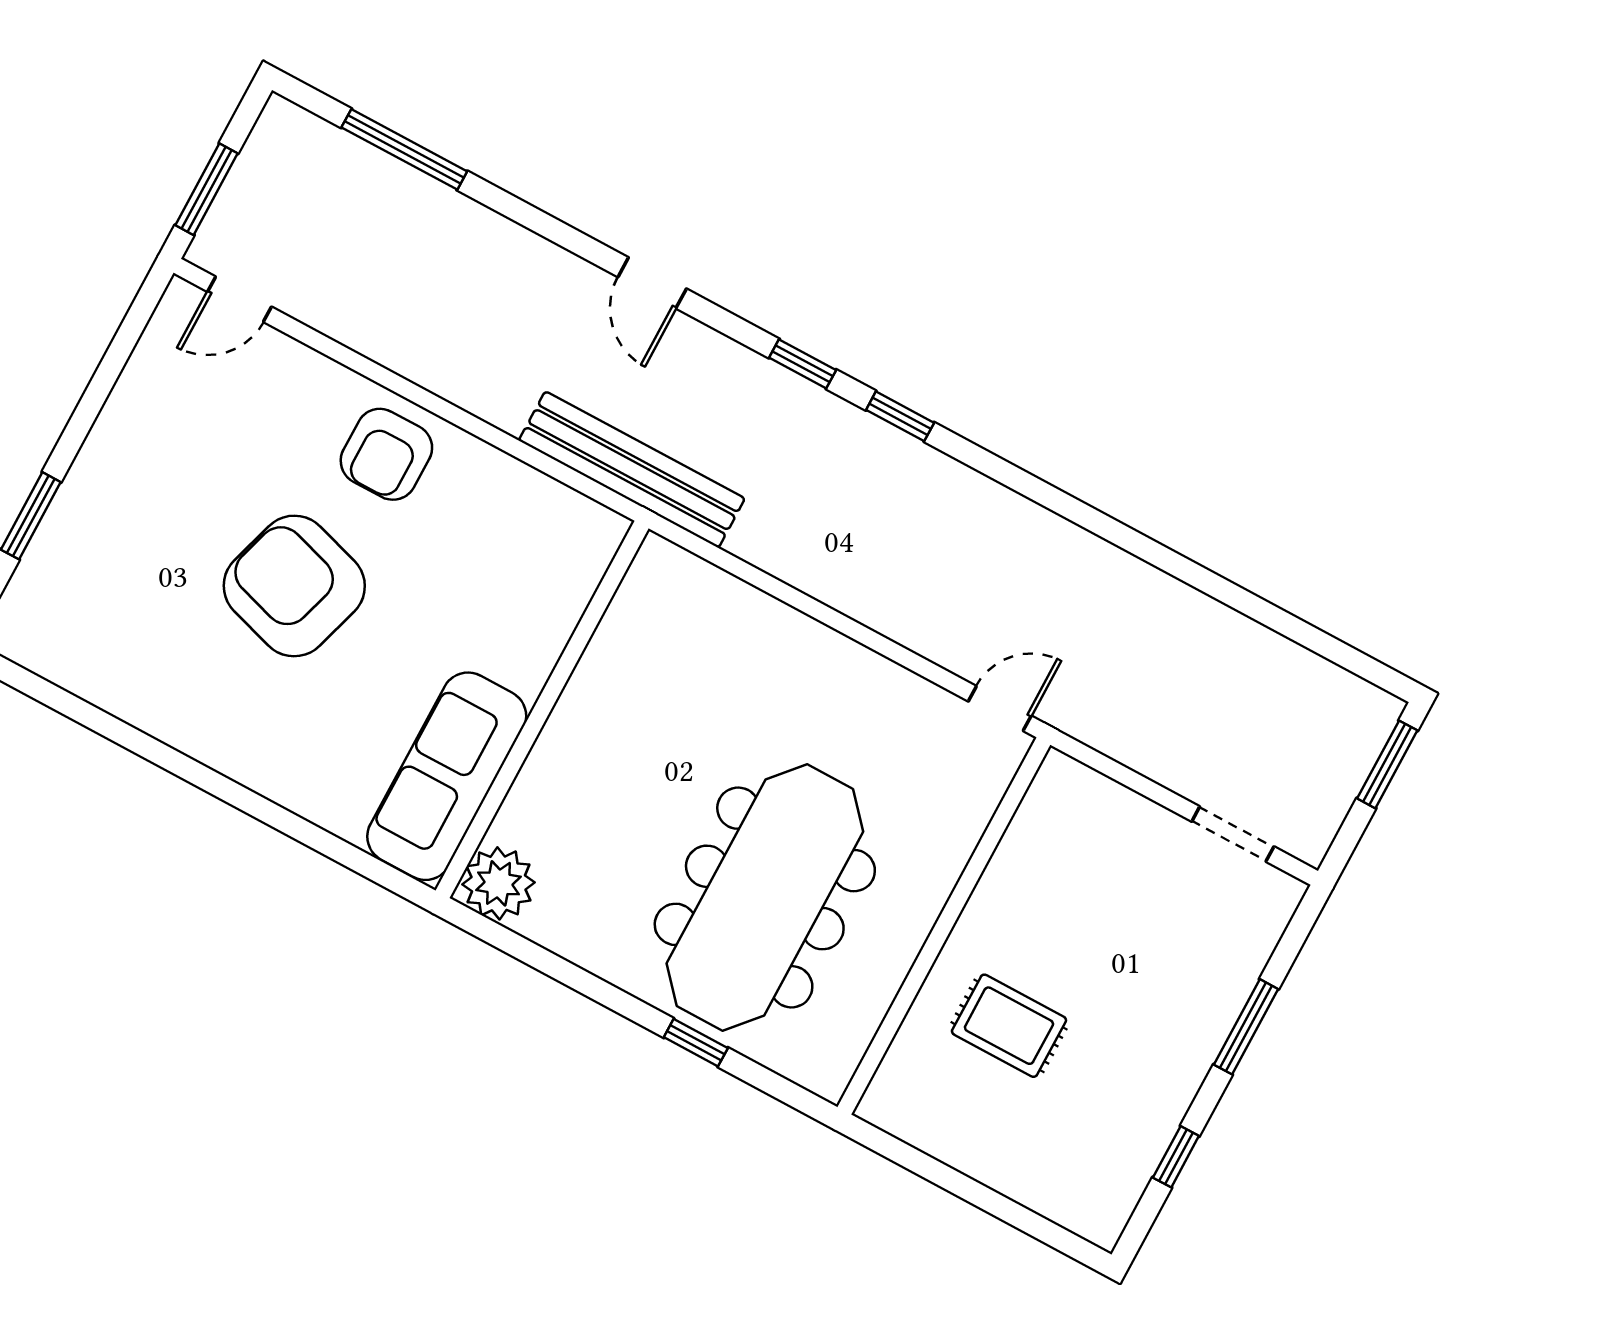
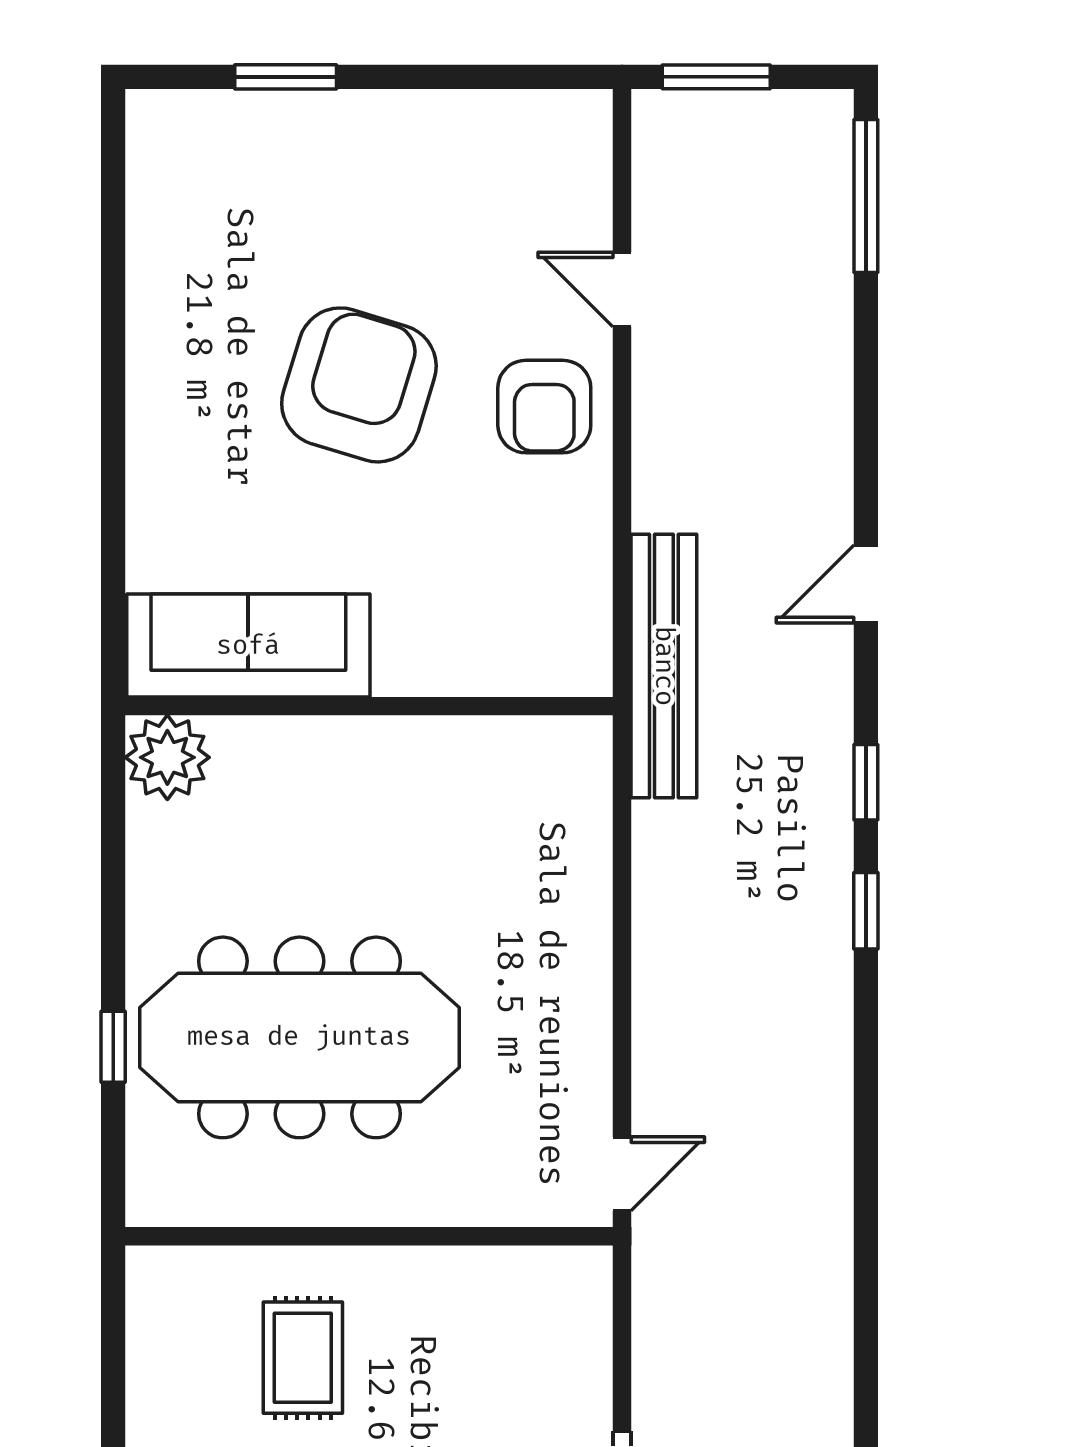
window: (404, 149) -> (866, 196), moved
door: (239, 299) -> (622, 290), moved
armchair: (386, 454) -> (544, 407), turned -90
door: (1000, 709) -> (622, 1174), hinge flipped

